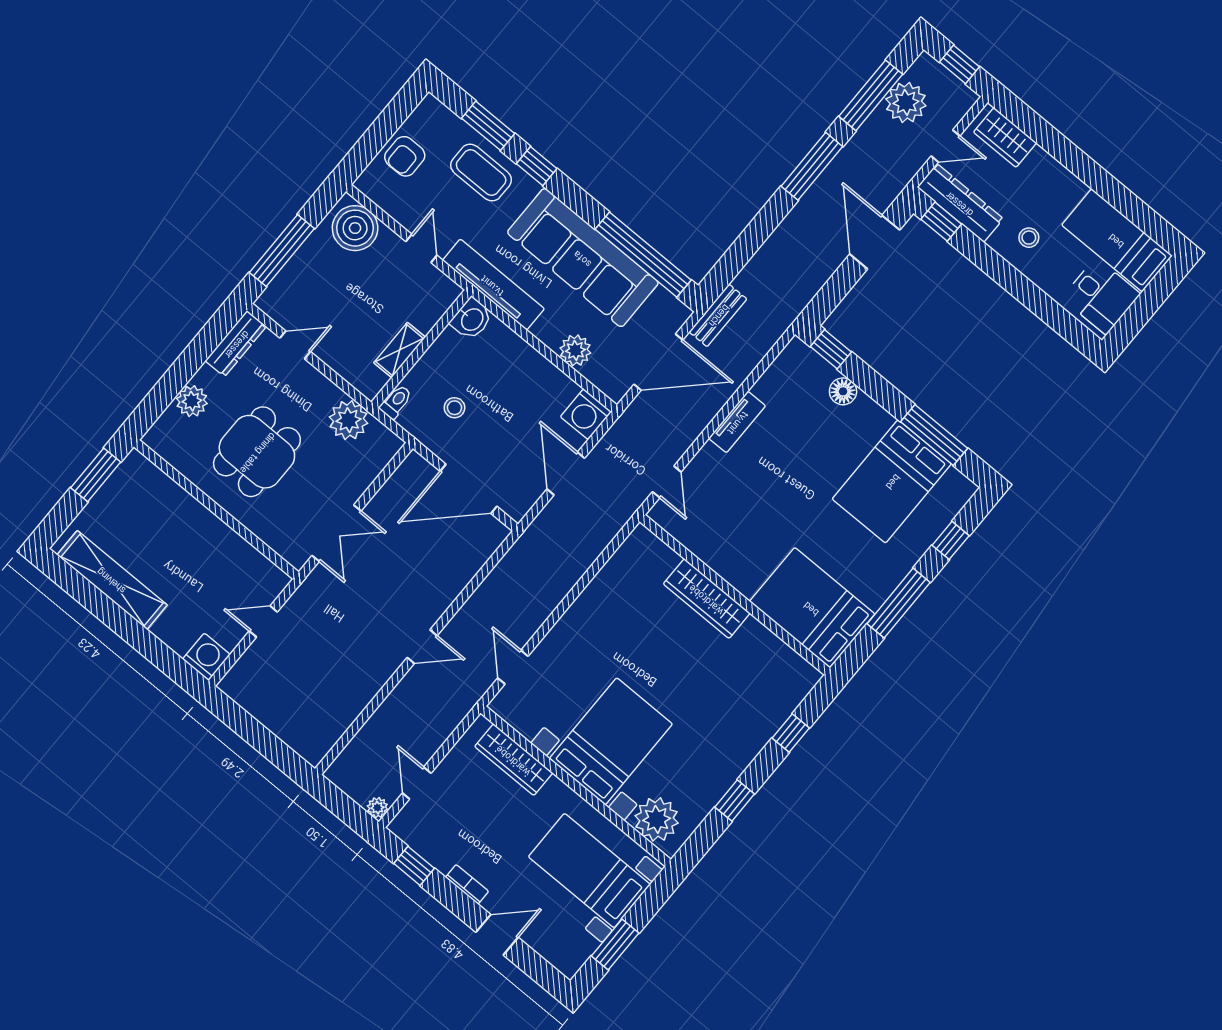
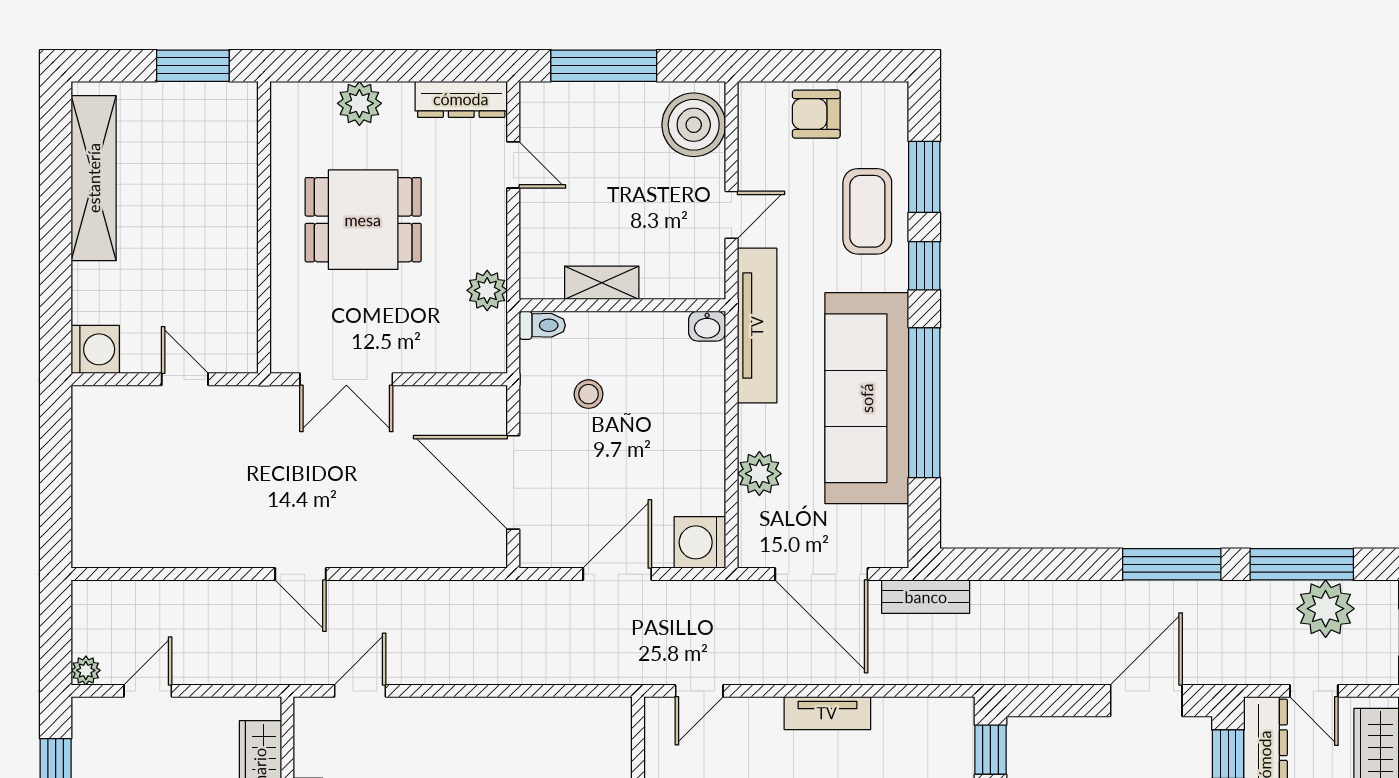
window: (643, 255) -> (924, 403), moved
washbasin: (472, 319) -> (707, 326), width x0.72, depth x0.69
plant: (348, 420) -> (487, 290), width x0.73, depth x0.73

